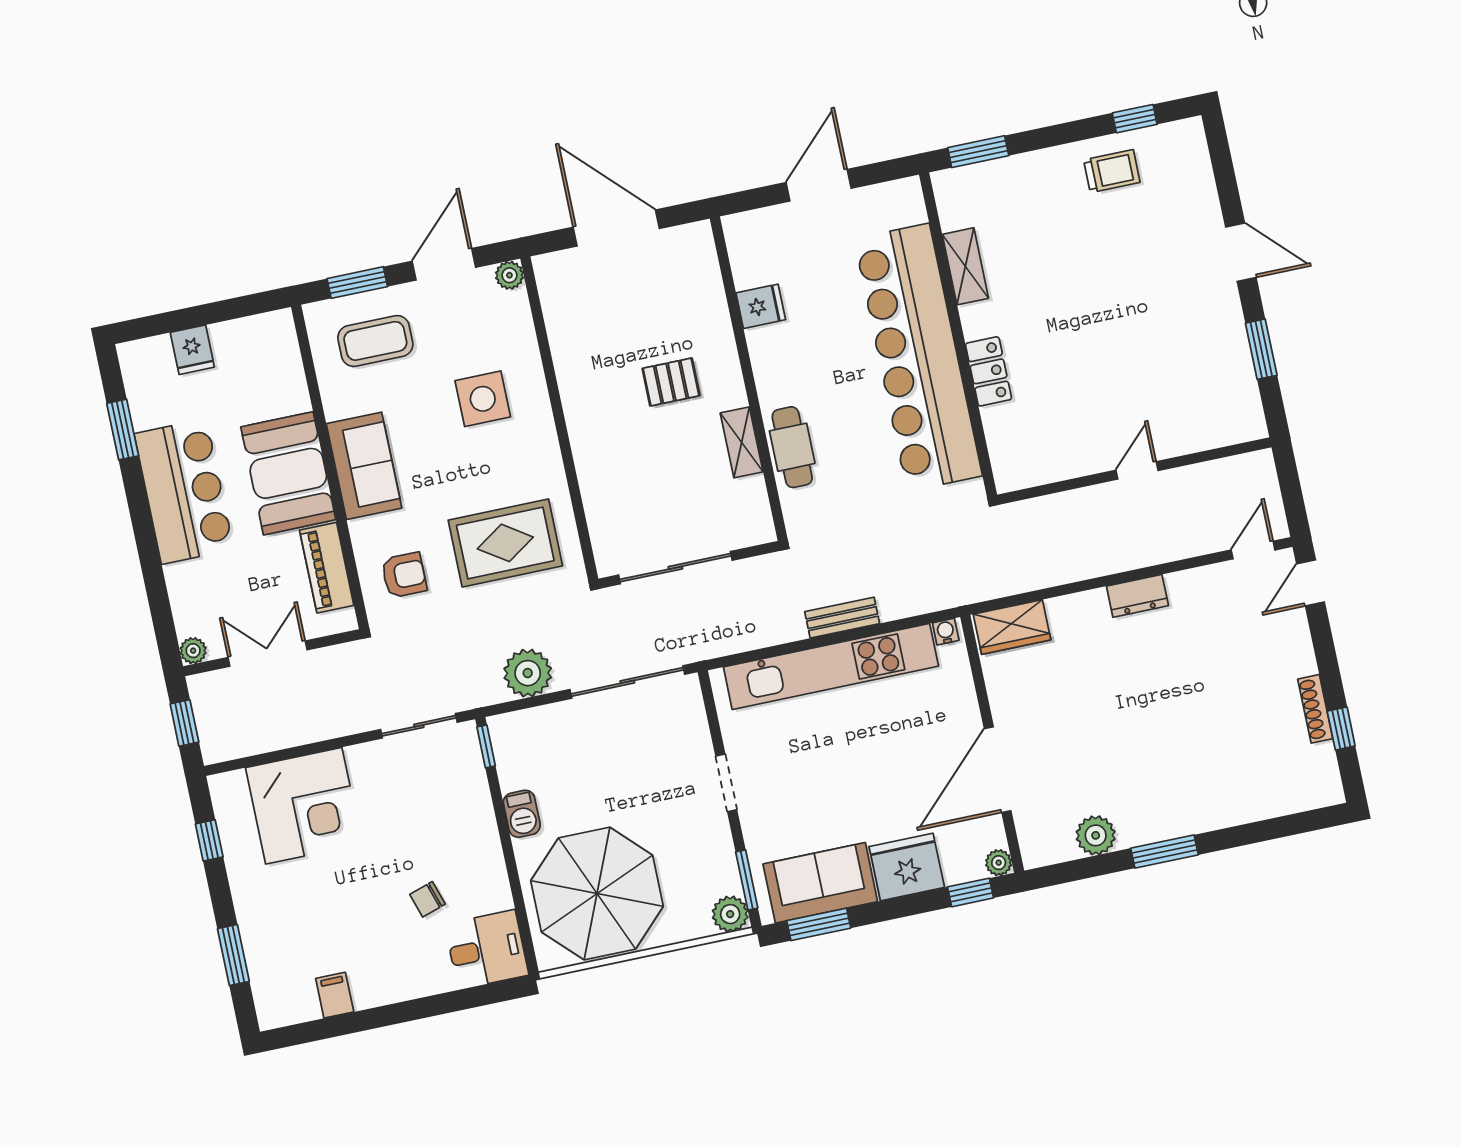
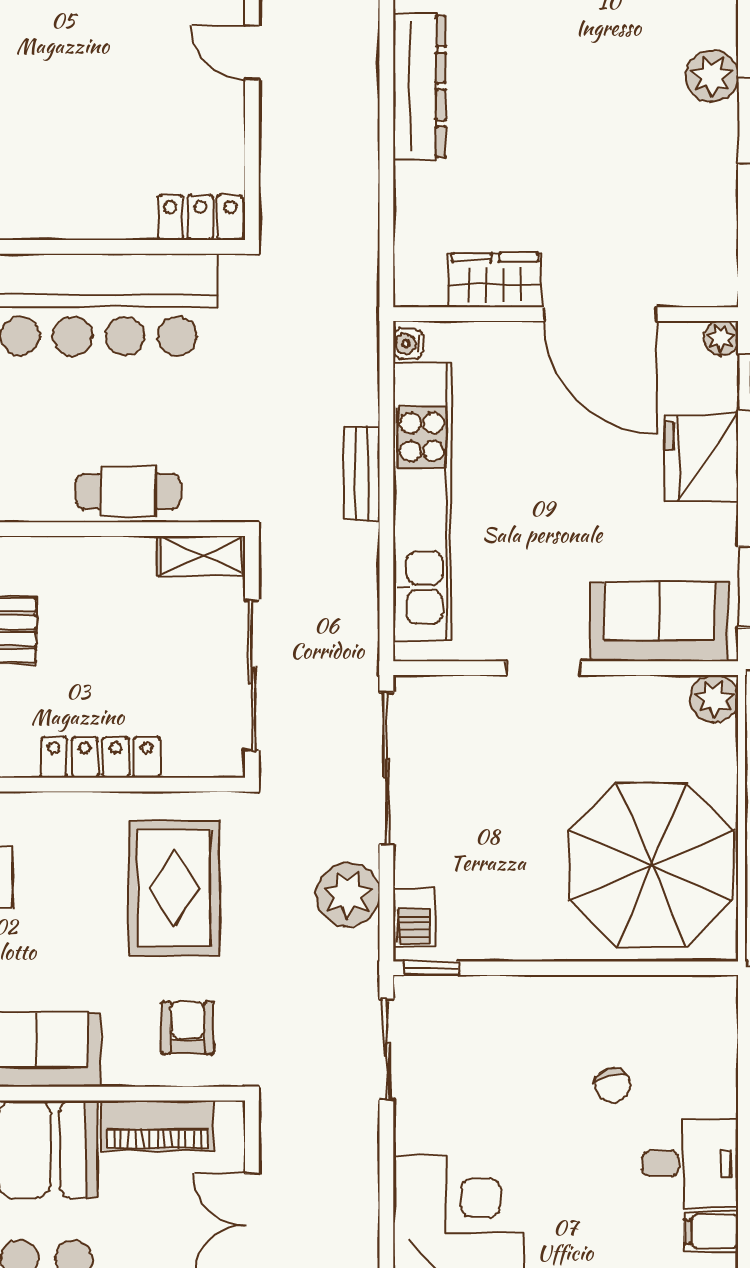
locker: (989, 371) -> (200, 217), moved
shelving: (742, 442) -> (201, 556), moved
locker: (591, 468) -> (100, 757), added
dresser: (1137, 596) -> (419, 86), width x1.96, depth x1.24
wardrobe: (1012, 627) -> (495, 280), moved, turned -90
barbecue: (522, 814) -> (414, 918), moved, turned 90
plant: (1096, 835) -> (712, 76), moved
window: (747, 880) -> (675, 668), removed
sofa: (820, 883) -> (659, 621), moved, turned 90
desk: (487, 950) -> (690, 1163), moved, turned 90

